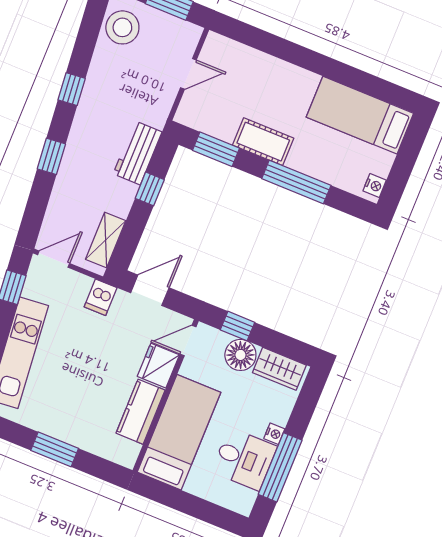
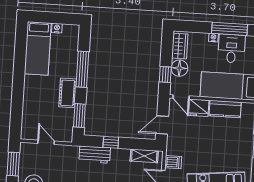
nightstand: (375, 186) -> (57, 28), moved
door: (150, 290) -> (162, 125), hinge flipped
dishwasher: (101, 297) -> (173, 162), moved

